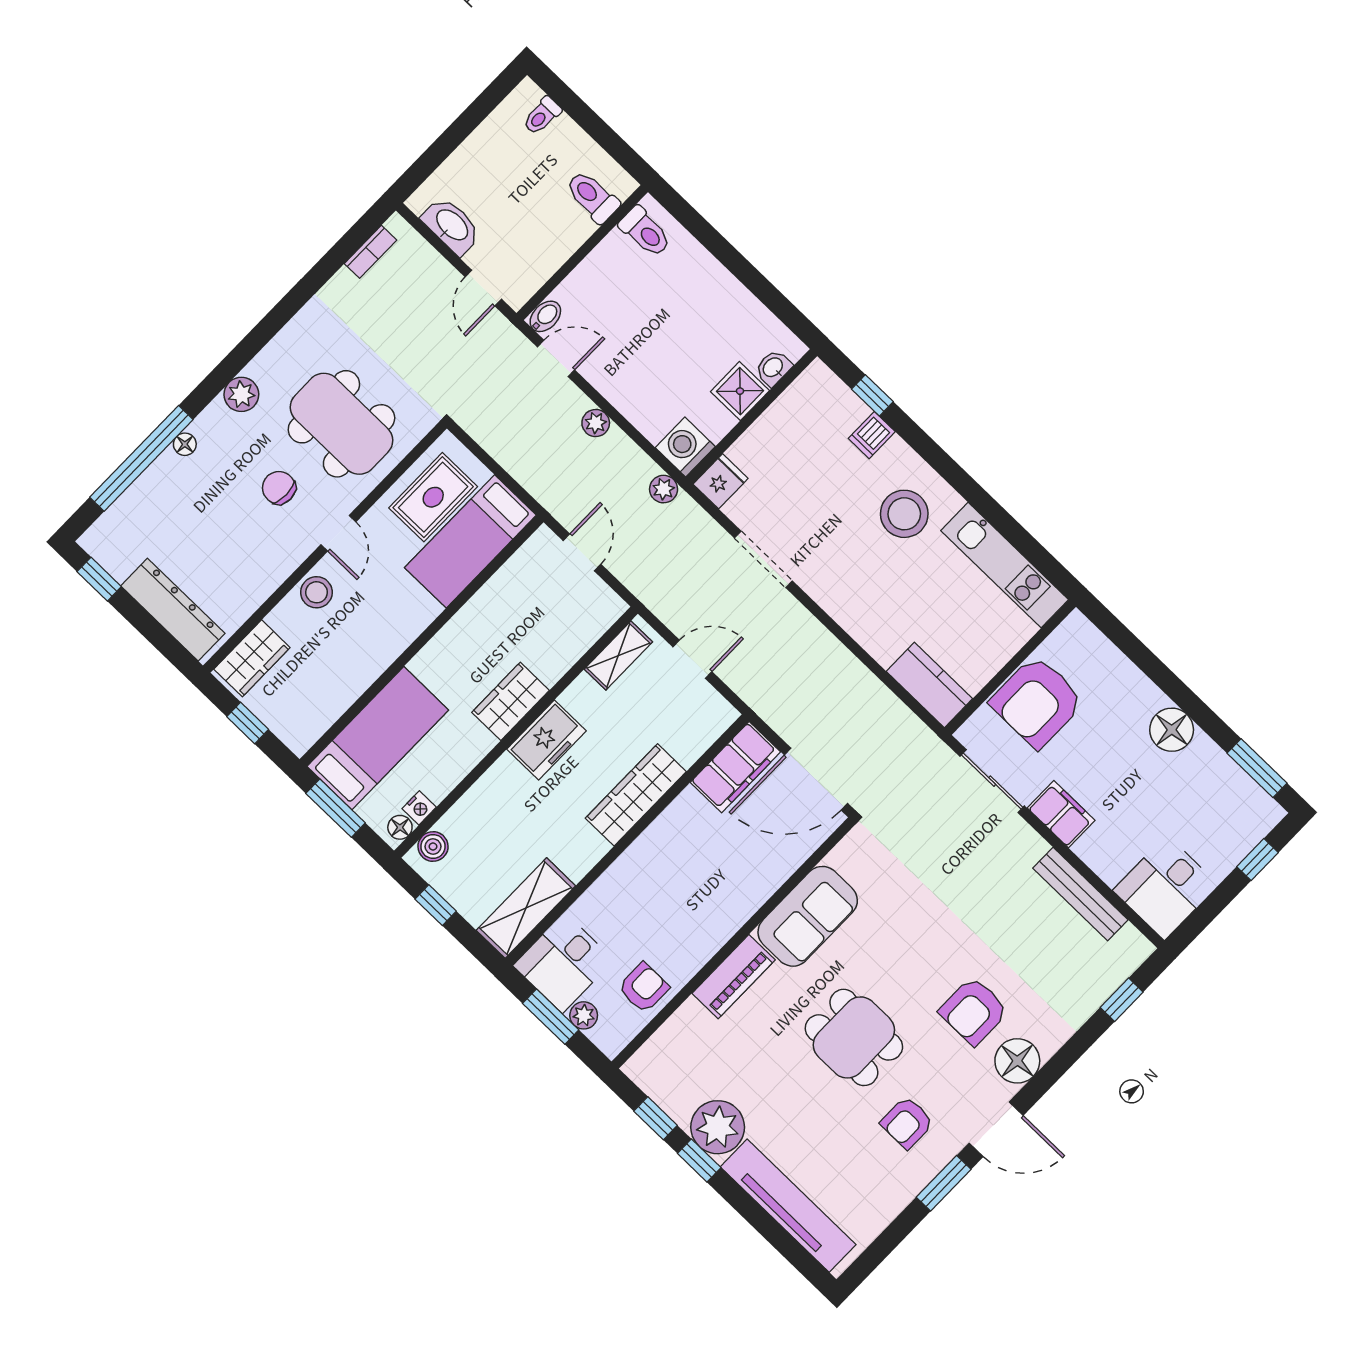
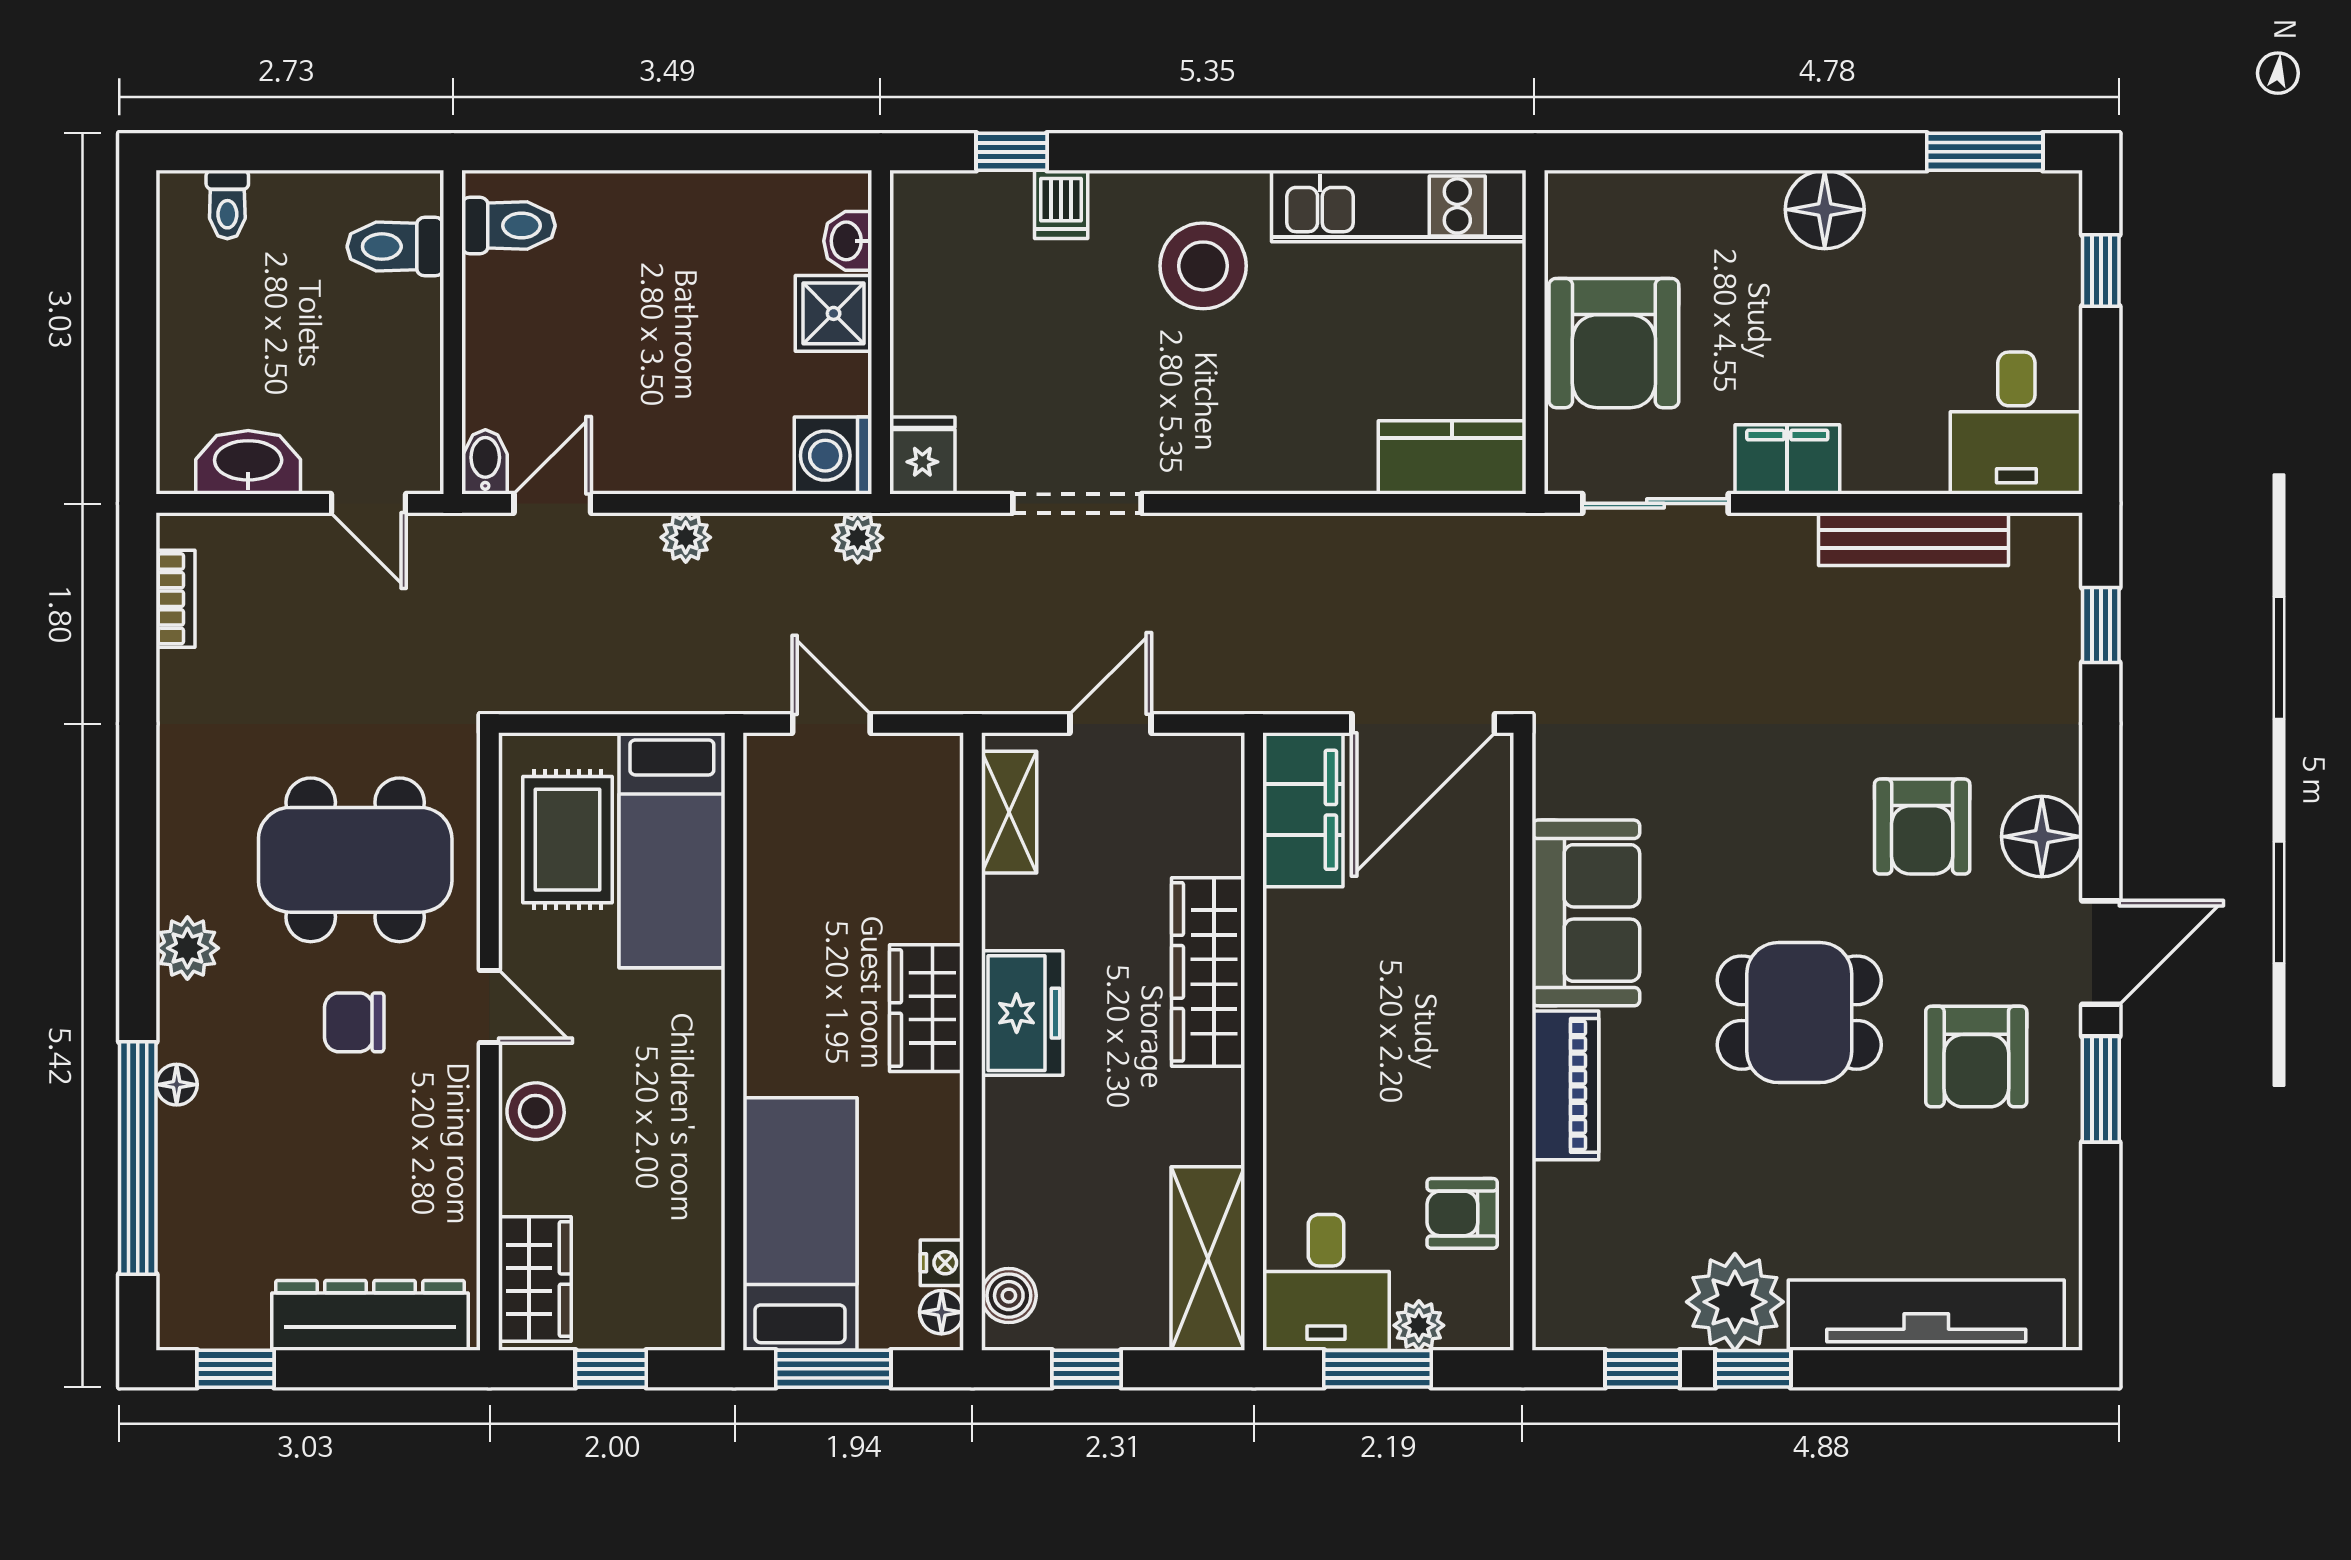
armchair: (644, 988) -> (1462, 1213), turned -90
armchair: (907, 1123) -> (1976, 1057), width x1.38, depth x1.38

